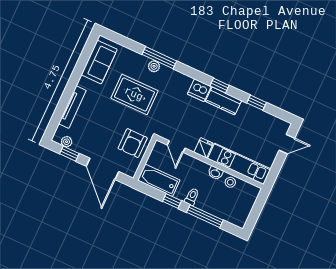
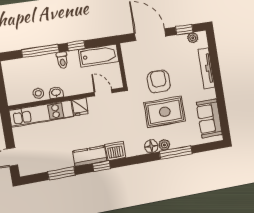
window: (159, 58) -> (176, 153), moved
floor lamp: (166, 73) -> (151, 146), added
window: (257, 103) -> (61, 173), width x1.50
armchair: (133, 143) -> (159, 81), moved

